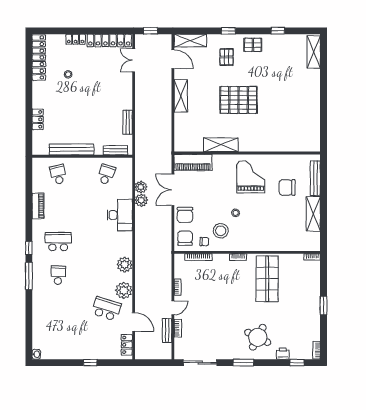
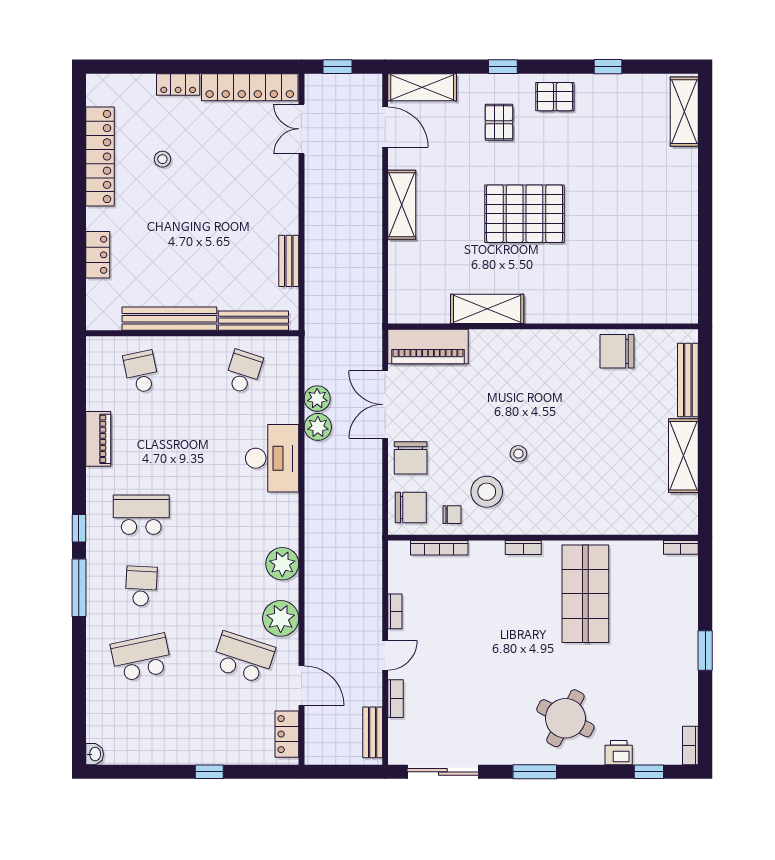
locker: (39, 57) -> (100, 156), moved
bench: (115, 150) -> (253, 321), width x1.36
grand piano: (251, 177) -> (550, 377), removed
chair: (287, 187) -> (617, 351), moved
chair: (185, 238) -> (411, 508), turned 90
school desk: (58, 309) -> (141, 658), added
bench: (167, 331) -> (373, 732), moved

